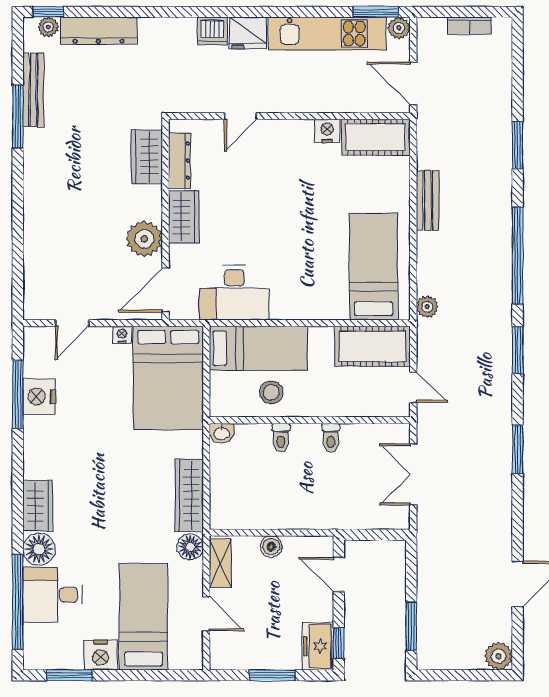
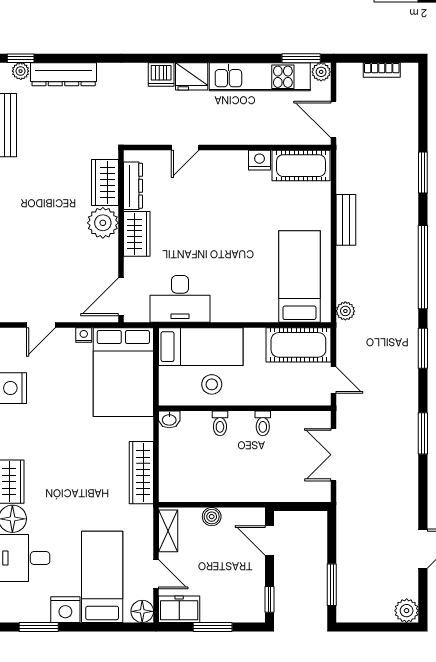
plant: (144, 239) -> (103, 223), moved
floor lamp: (190, 547) -> (142, 611), moved
freezer: (318, 646) -> (179, 609), moved, turned 90

